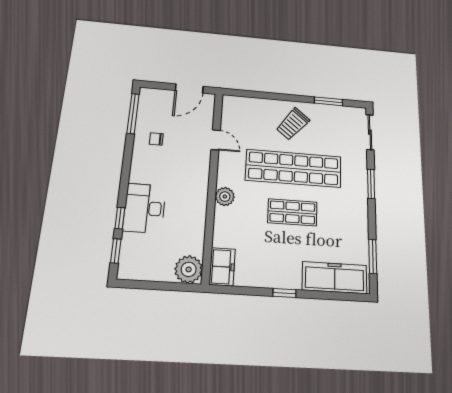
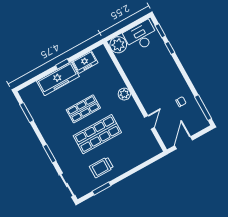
trolley: (293, 124) -> (101, 167), moved, turned -129
door: (216, 140) -> (149, 122), swing flipped
shop shelf: (294, 168) -> (97, 134), width x0.71
desk: (145, 208) -> (141, 36), moved, turned -90
freezer: (222, 267) -> (85, 62), moved, turned -90
freezer: (335, 278) -> (58, 79), moved

